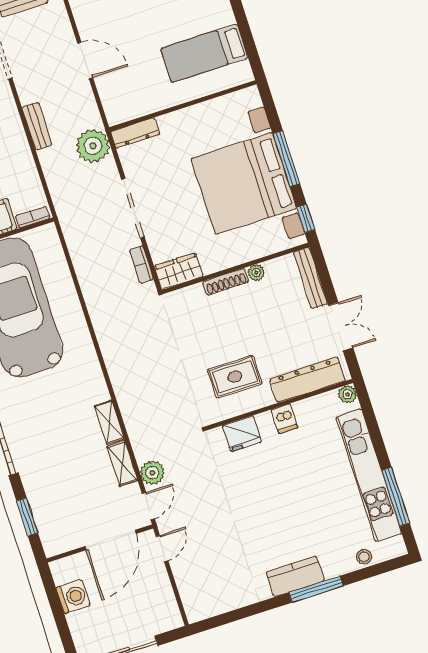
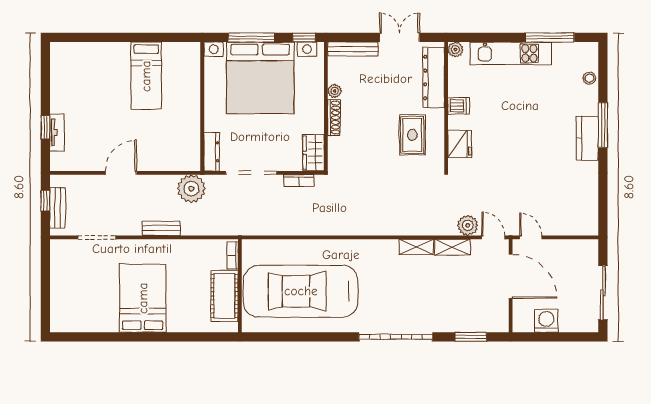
wall: (183, 106) -> (202, 106), moved
dresser: (135, 133) -> (212, 152), moved
kitchen unit: (369, 475) -> (511, 53), width x0.73

